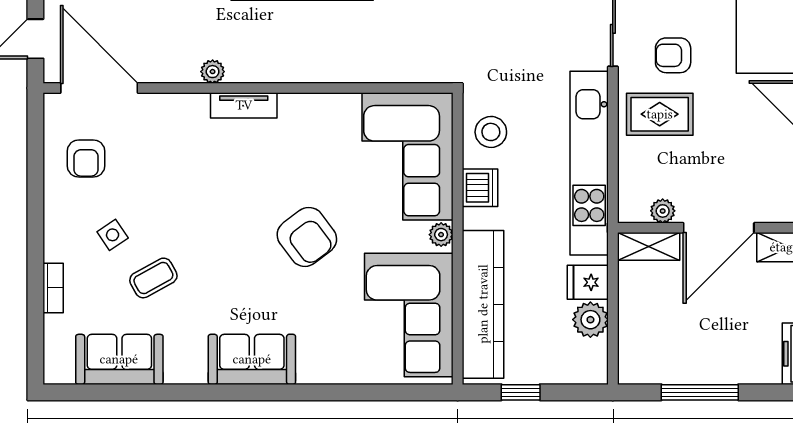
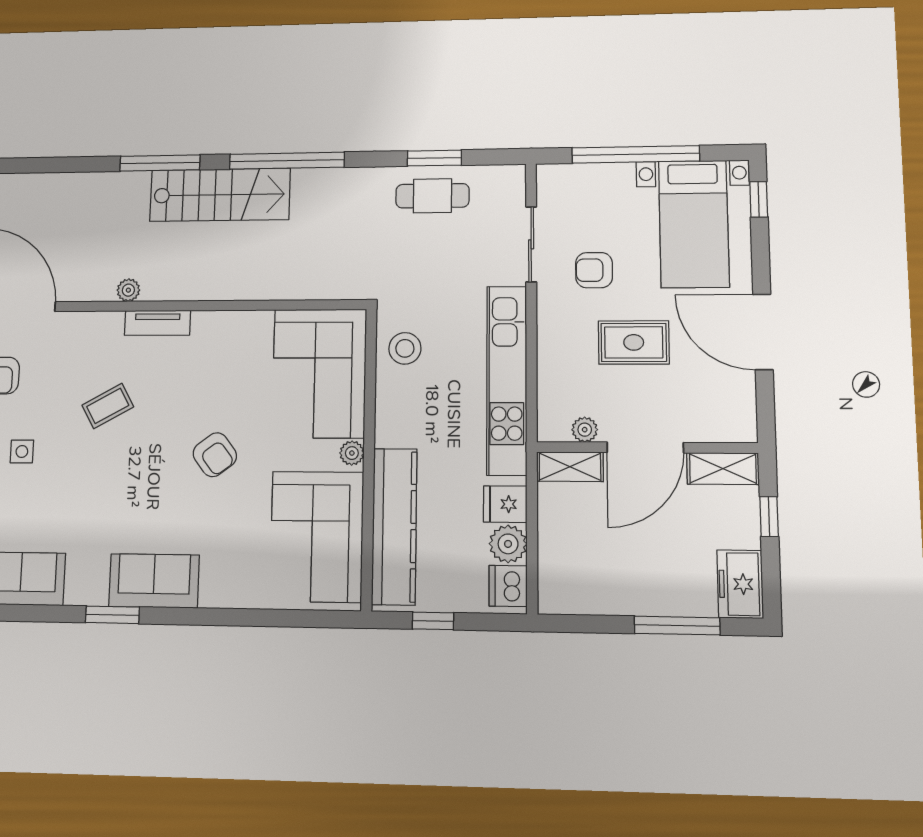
rug: (660, 114) -> (634, 342), moved
dishwasher: (480, 188) -> (508, 586), moved, turned 180
side table: (113, 235) -> (22, 451), turned 34
armchair: (307, 237) -> (215, 455), width x0.72, depth x0.72
coffee table: (153, 278) -> (108, 406), moved
window: (213, 392) -> (112, 615), added
window: (700, 392) -> (677, 626), moved

